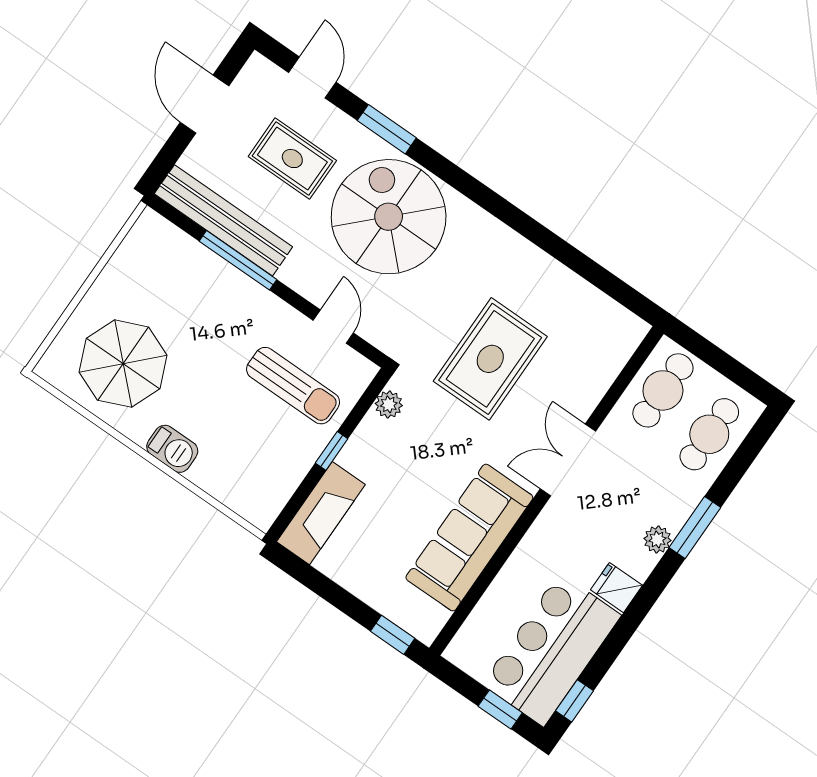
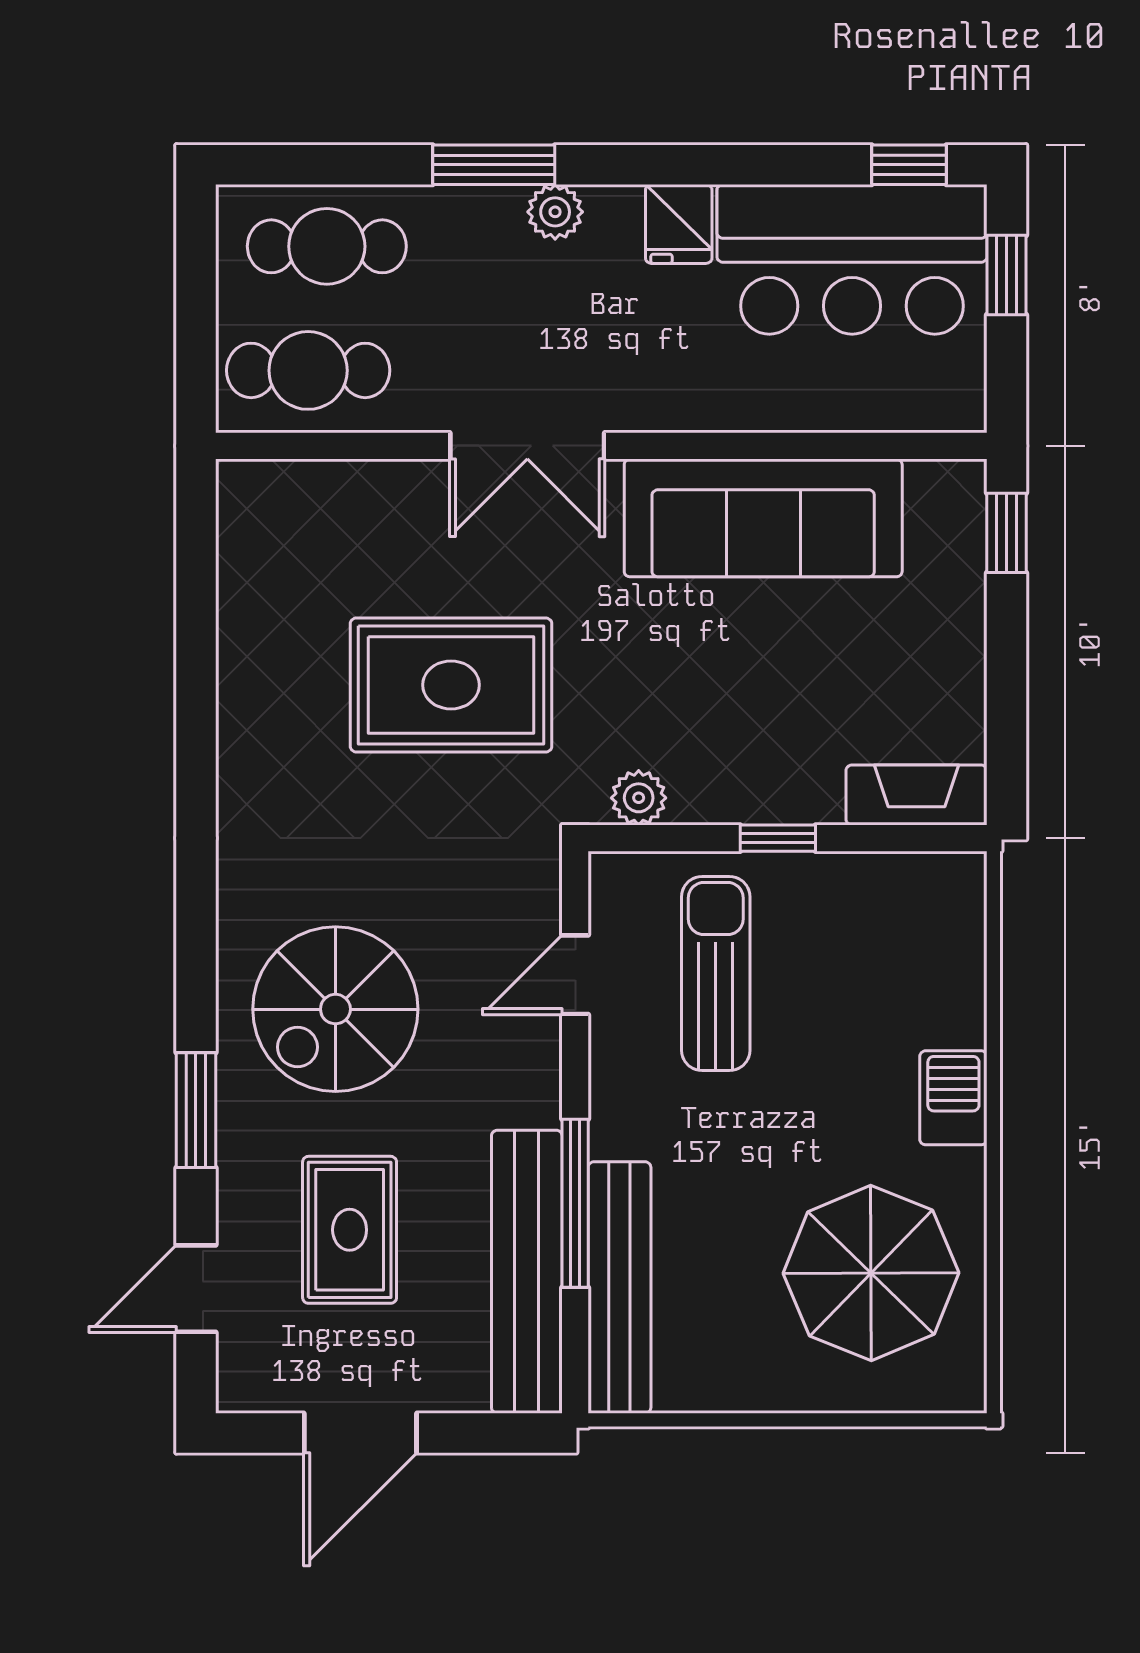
spiral stairs: (389, 217) -> (335, 1009), width x0.73, depth x0.73
bench: (190, 254) -> (619, 1287), added
fireplace: (321, 513) -> (917, 795), width x0.73, depth x0.76

